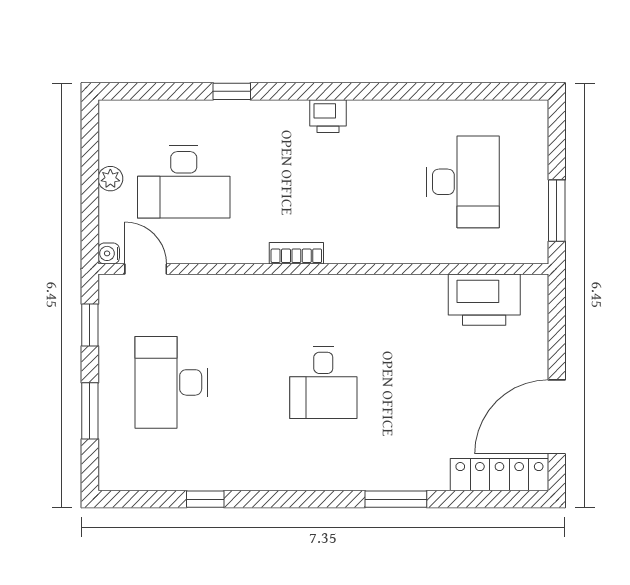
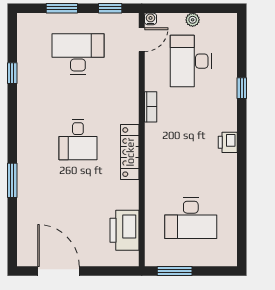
bookcase: (296, 253) -> (151, 107), moved
desk: (323, 382) -> (78, 140), turned -90
locker: (499, 475) -> (130, 152), moved, turned 180

